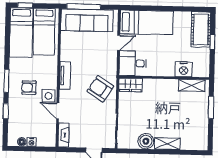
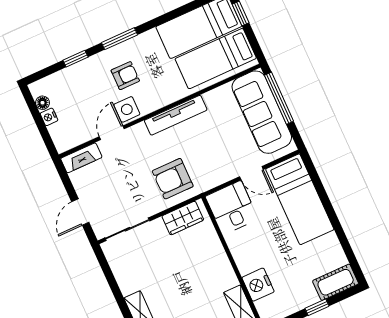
cot: (201, 30) -> (336, 282), width x0.73, depth x0.75
tv unit: (65, 75) -> (176, 115), width x1.41
wardrobe: (130, 85) -> (183, 218), moved, turned -90
armchair: (29, 88) -> (125, 76), turned 90
armchair: (100, 89) -> (173, 179), turned -123
boiler: (146, 141) -> (129, 280), removed

